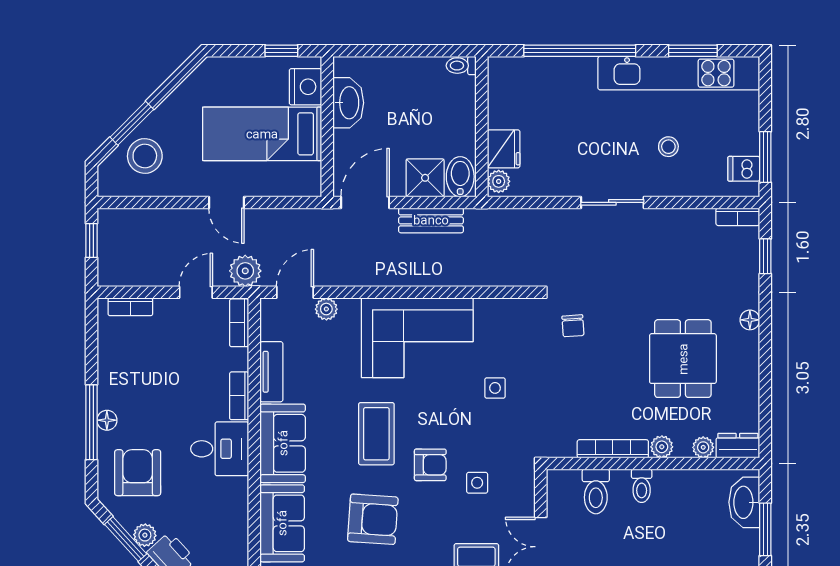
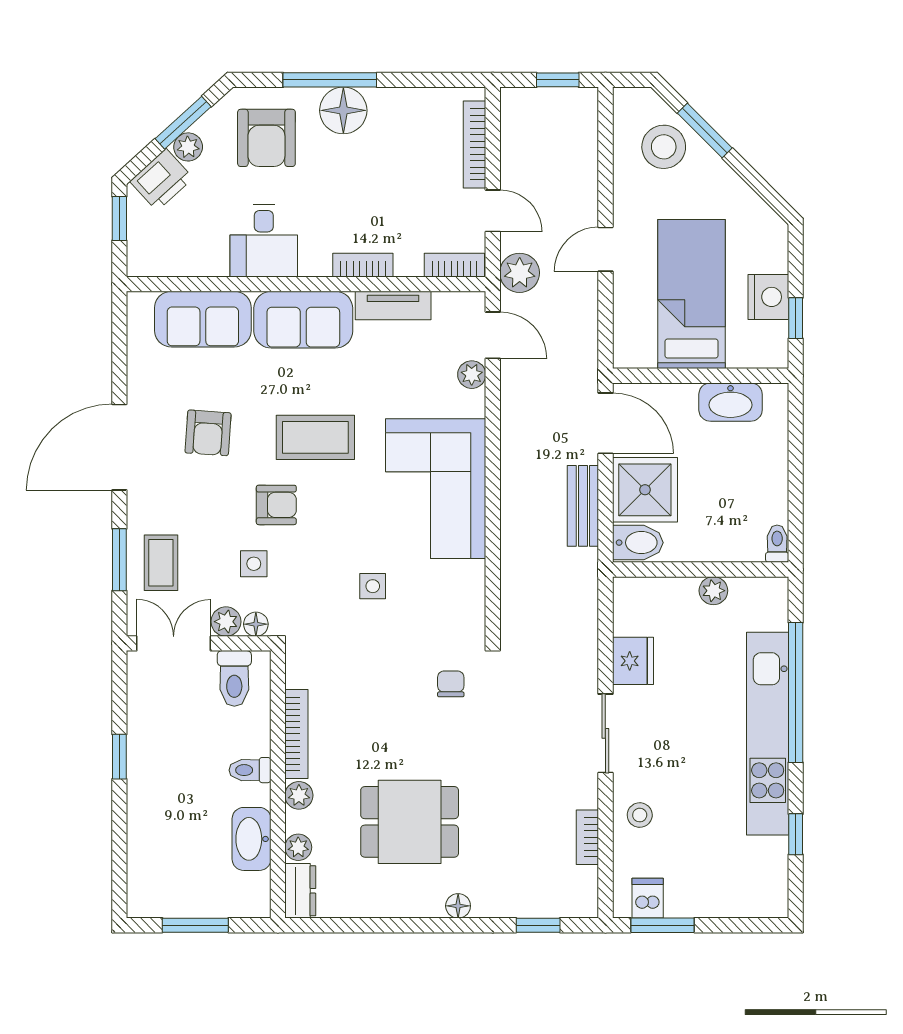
window: (693, 51) -> (796, 834), width x0.67
kitchen unit: (679, 73) -> (768, 734), moved
nightstand: (305, 87) -> (768, 297), moved, turned -90
stool: (668, 147) -> (640, 815), moved
fridge: (504, 149) -> (633, 661), moved, turned -90
shower: (425, 178) -> (645, 490), width x1.36, depth x1.36
plant: (499, 181) -> (713, 591), moved
bookcase: (738, 217) -> (587, 837), moved
bookcase: (130, 307) -> (475, 144), width x1.56
chair: (573, 326) -> (451, 684), turned 94
floor lamp: (107, 420) -> (343, 110), width x1.89, depth x1.89
desk: (220, 449) -> (264, 241), moved
armchair: (430, 465) -> (276, 505), turned -90
armchair: (138, 473) -> (266, 138), turned 90
floor lamp: (525, 481) -> (256, 624), added
toilet: (596, 491) -> (234, 678), moved, turned -90
washbasin: (744, 502) -> (252, 839), moved, turned -90
plant: (523, 505) -> (226, 622), added
armchair: (373, 519) -> (208, 433), width x0.72, depth x0.72

